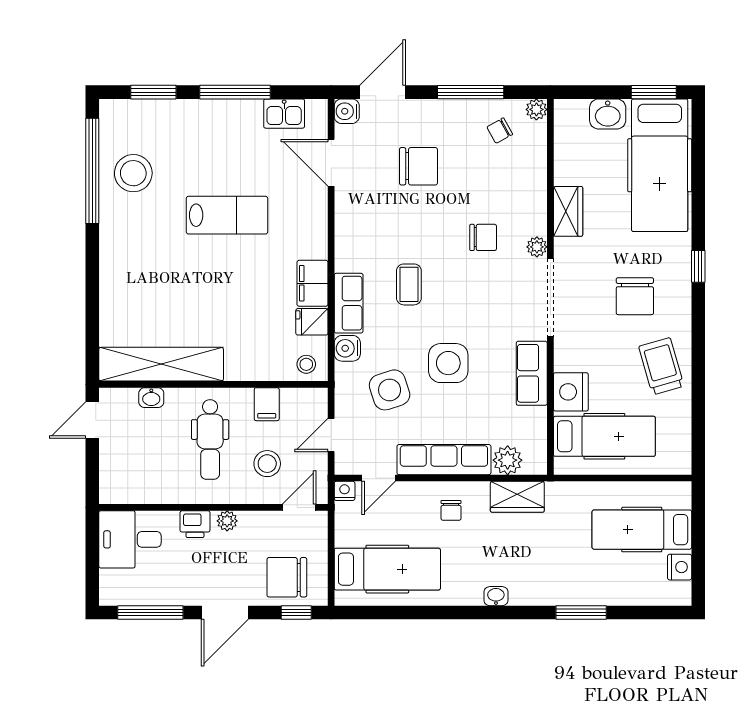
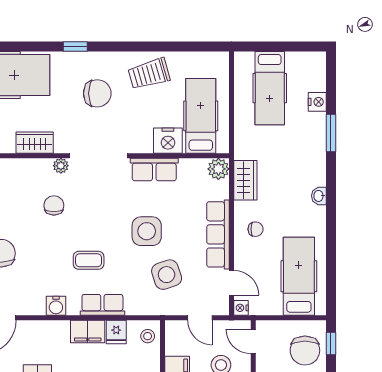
water cooler: (347, 348) -> (56, 306), moved
plant: (508, 460) -> (218, 169), moved
nightstand: (680, 567) -> (317, 102), moved, turned 90

